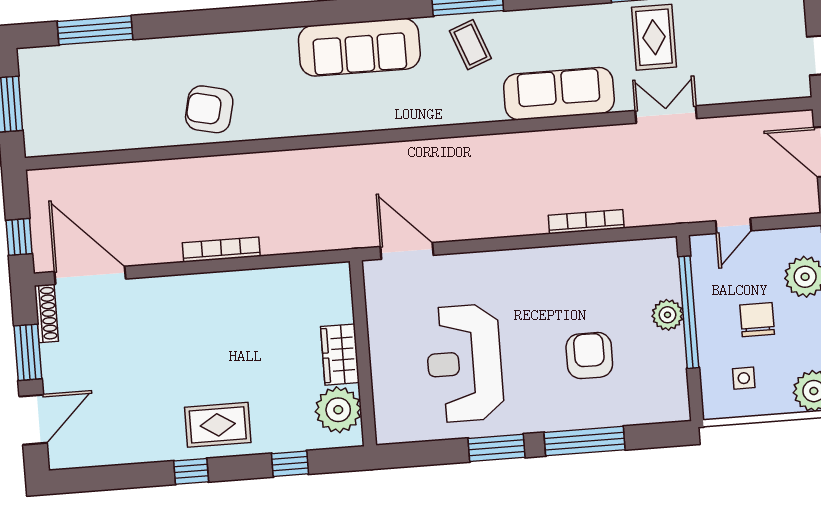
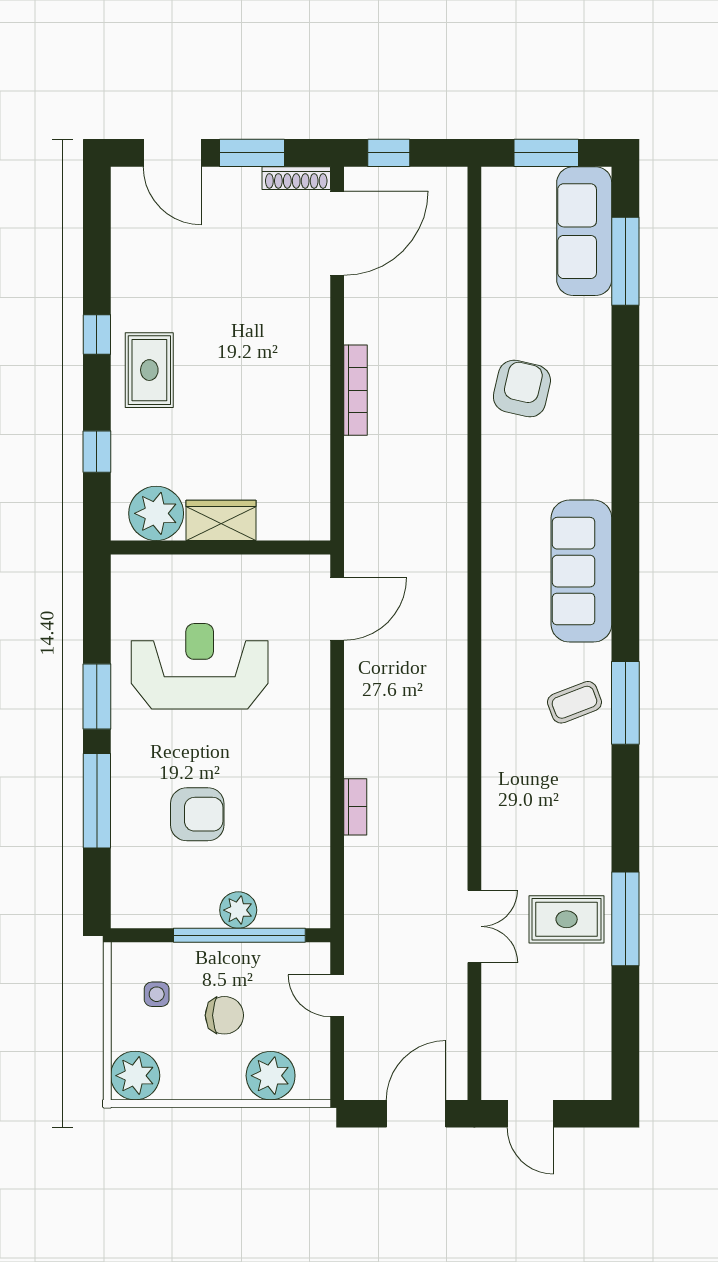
sofa: (559, 94) -> (584, 231), moved, turned 180
bookcase: (586, 222) -> (355, 807), width x0.64

